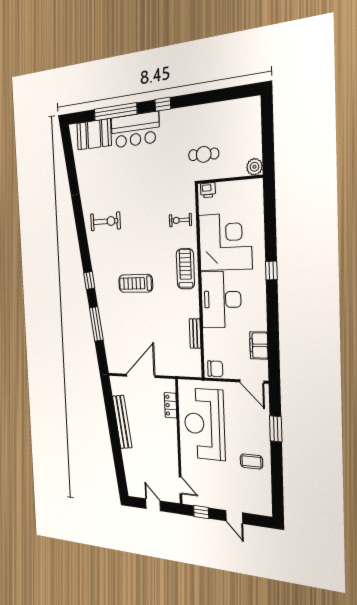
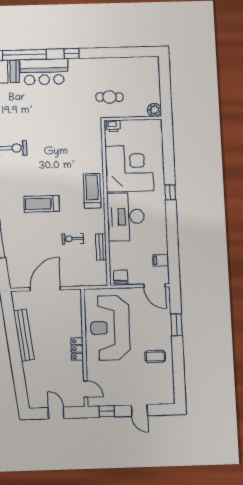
exercise bike: (180, 220) -> (73, 239), moved
filing cabinet: (259, 345) -> (161, 260), width x0.50
chair: (215, 369) -> (120, 277), turned -90
locker: (171, 405) -> (77, 349), moved

